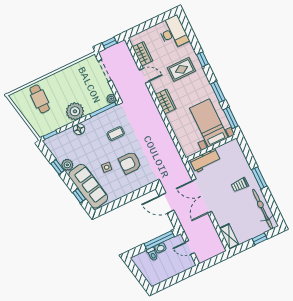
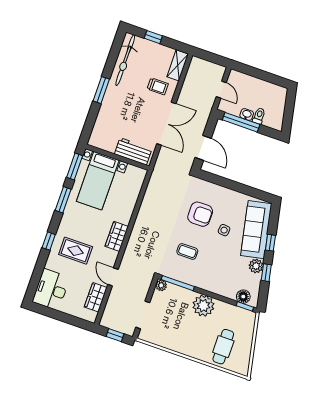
floor lamp: (79, 129) -> (243, 297), moved
trolley: (240, 185) -> (158, 86), moved
window: (79, 196) -> (270, 243), moved

